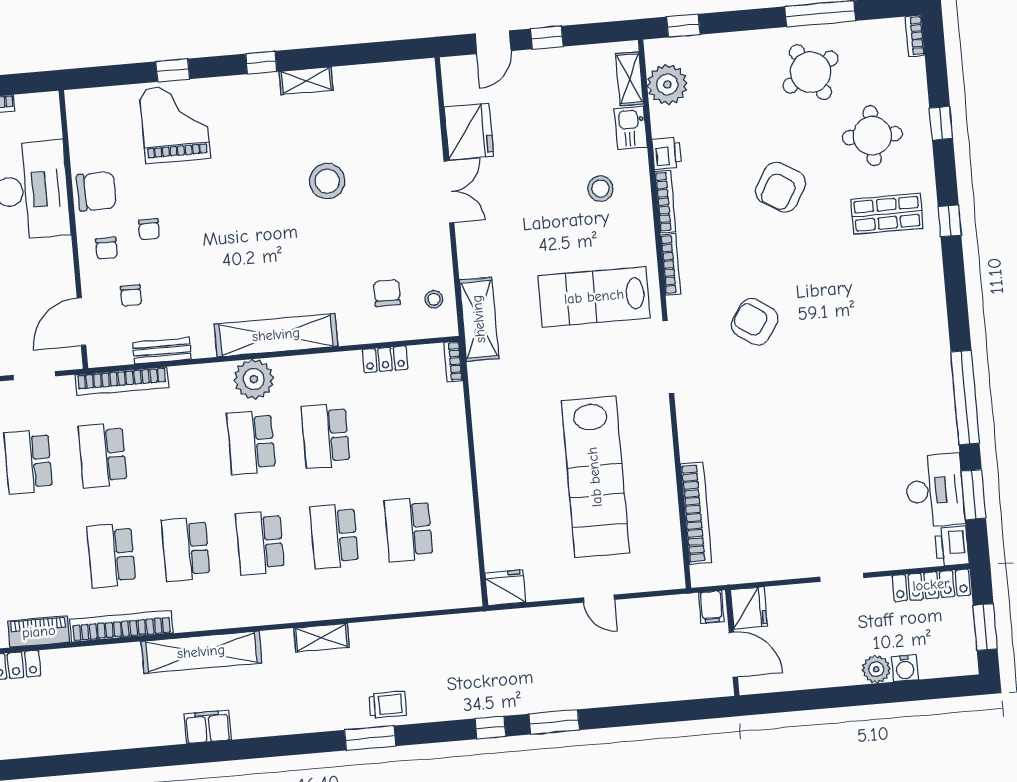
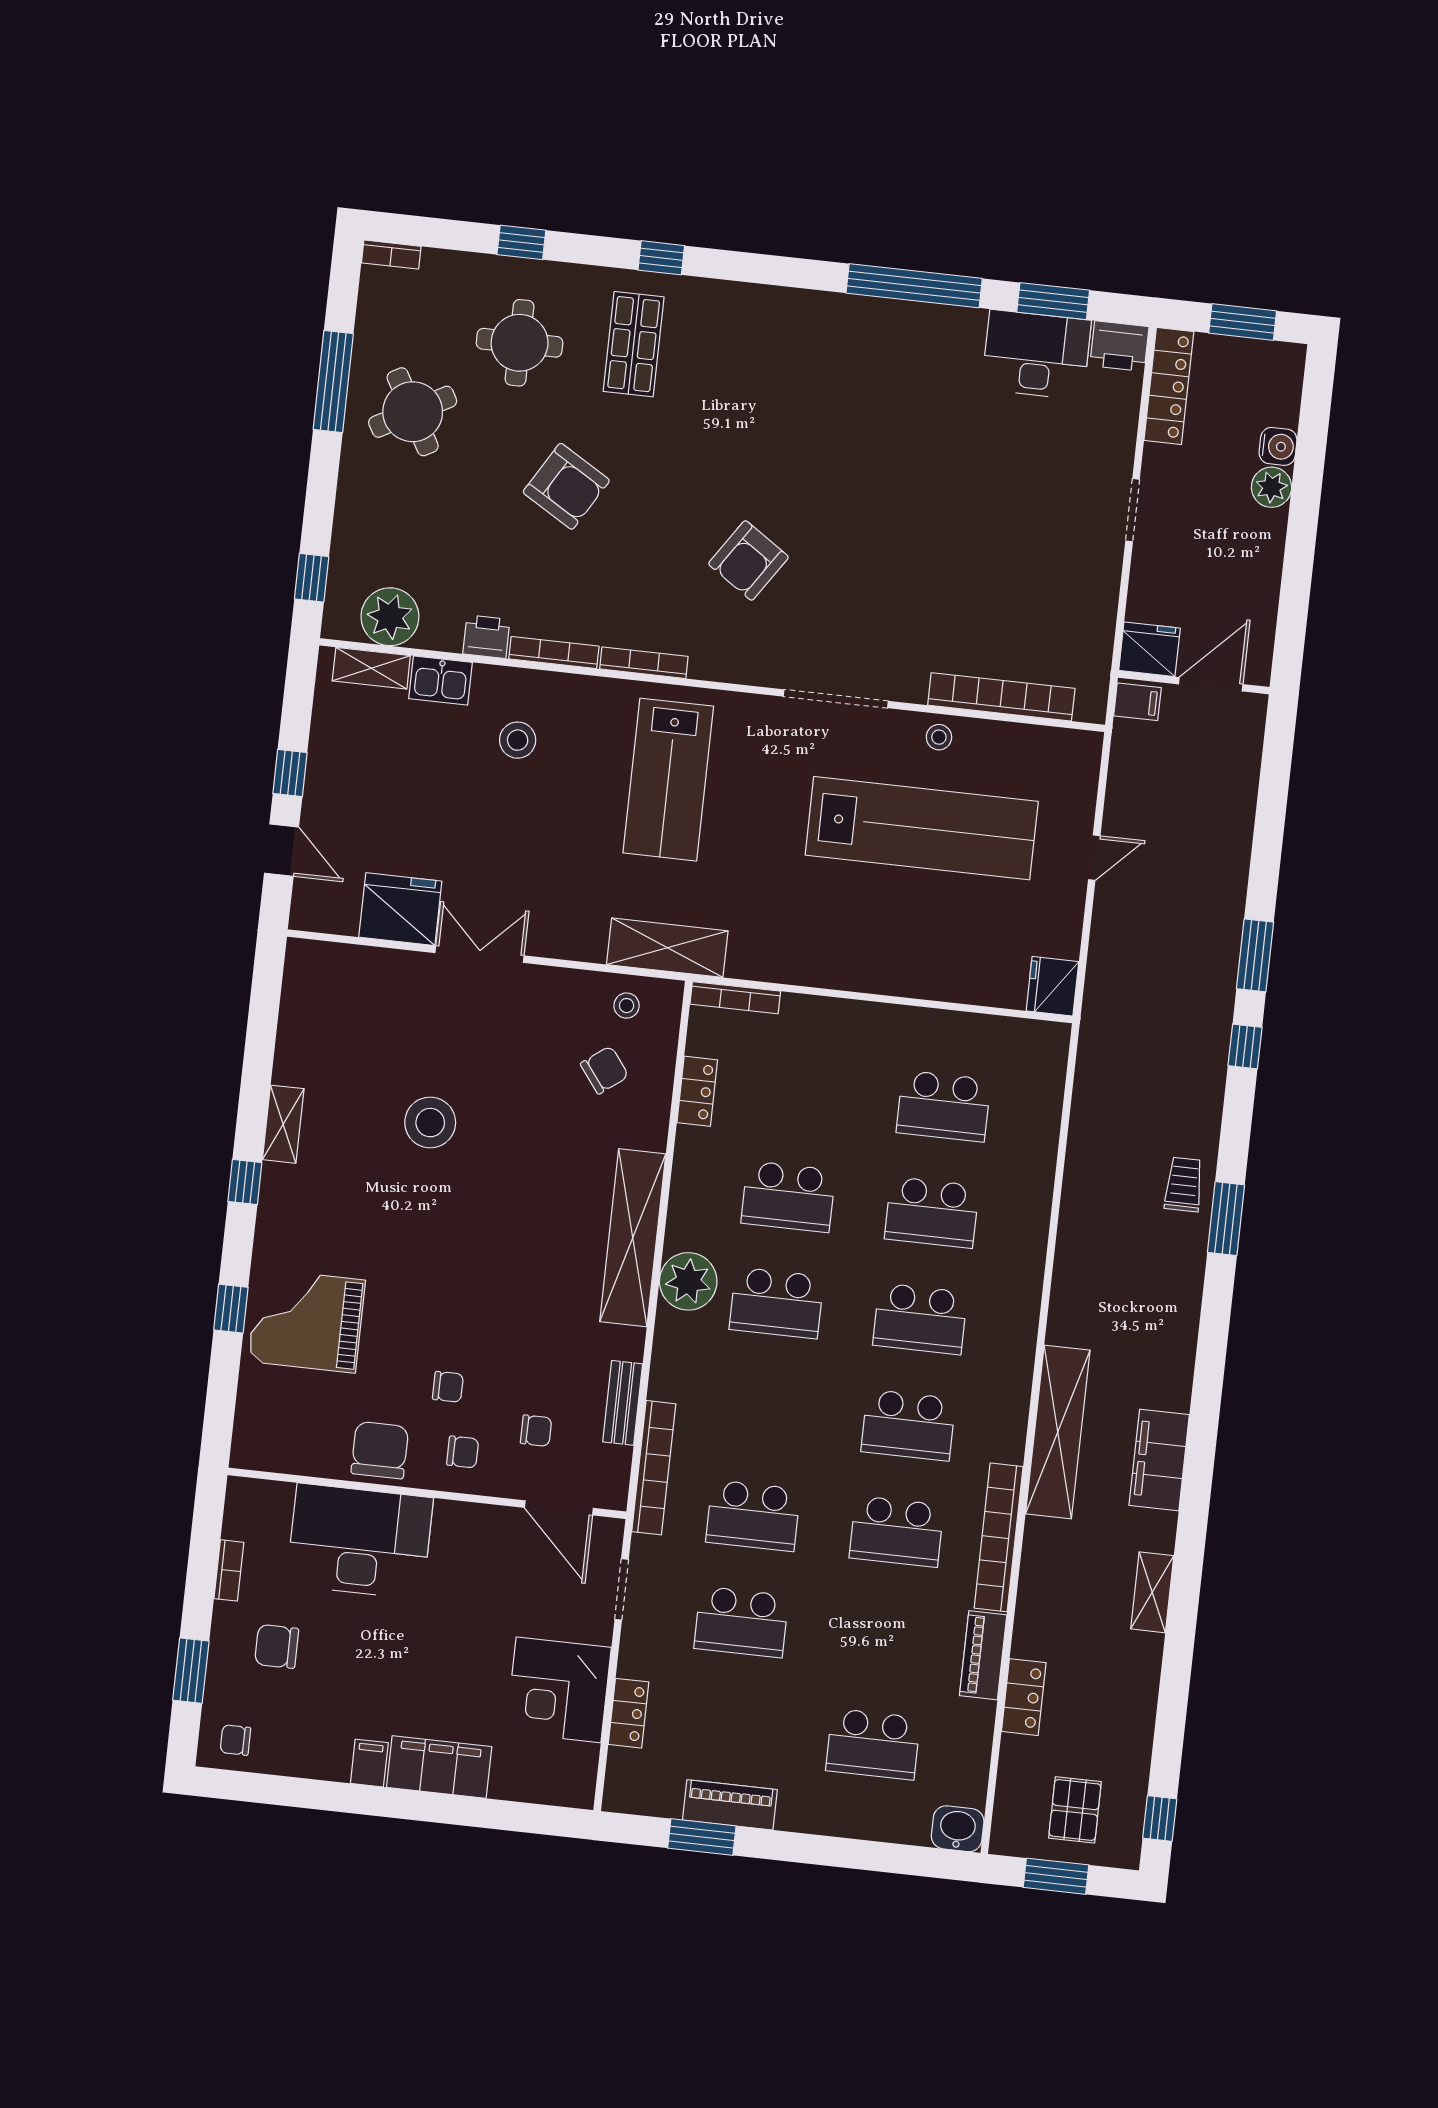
chair: (387, 293) -> (605, 1070), turned 143
doorway: (668, 357) -> (836, 699), moved
bookcase: (453, 361) -> (735, 998), width x1.56
stool: (660, 476) -> (939, 737), added
shelving: (321, 638) -> (1152, 1592), moved
filing cabinet: (208, 727) -> (1159, 1460), width x1.50, depth x1.17

